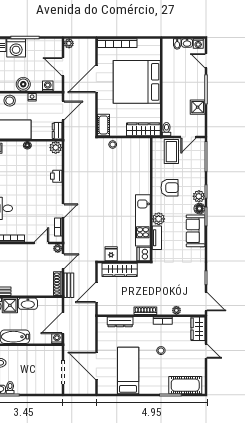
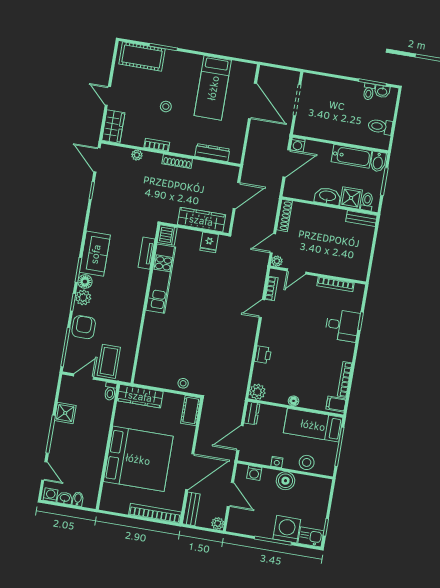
armchair: (170, 188) -> (84, 327), moved, turned 90
plant: (159, 219) -> (140, 277), removed
bench: (69, 285) -> (191, 509), moved

